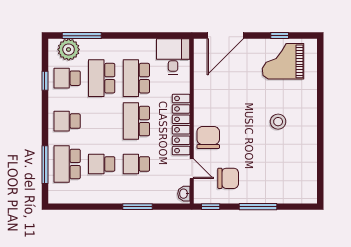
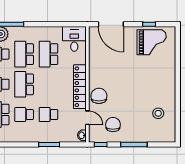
door: (225, 36) -> (111, 24), hinge flipped
grand piano: (283, 61) -> (152, 42), turned 180
school desk: (136, 121) -> (24, 84), moved
stool: (278, 122) -> (158, 113), moved
chair: (228, 178) -> (113, 125), turned -90

